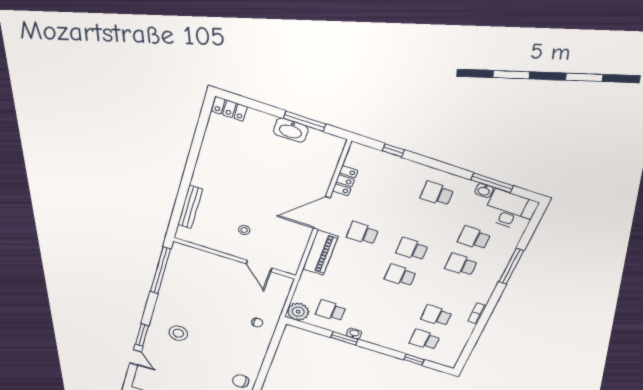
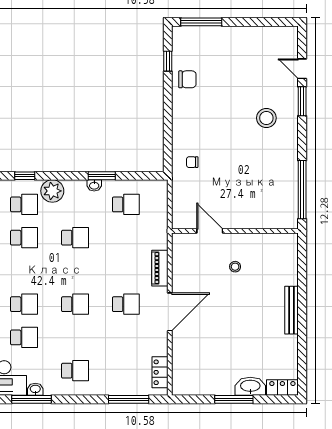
window: (305, 121) -> (234, 399), moved
washbasin: (291, 130) -> (250, 386), moved
window: (393, 150) -> (129, 399), width x2.17
locker: (345, 181) -> (160, 372), moved
bench: (190, 207) -> (292, 310), moved
piano: (320, 253) -> (160, 268), width x0.73, depth x0.75
school desk: (400, 275) -> (75, 238), moved
plant: (298, 312) -> (52, 191), moved

